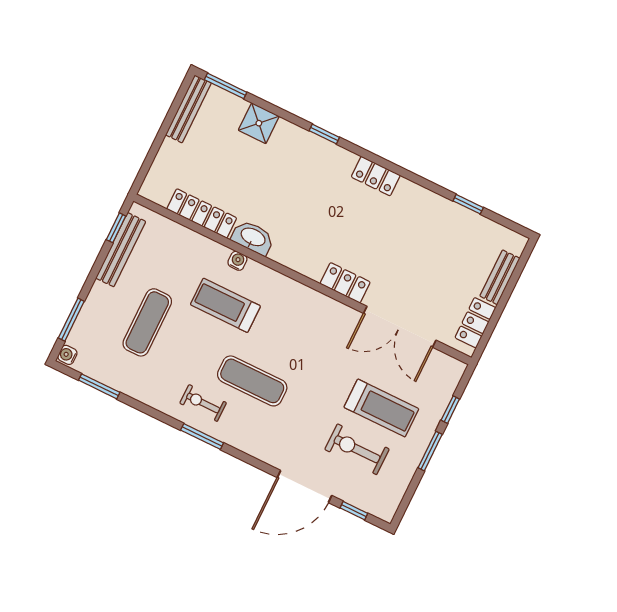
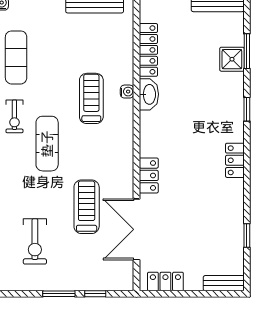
window: (226, 86) -> (247, 51), moved
bench: (500, 277) -> (224, 283), moved
exercise mat: (147, 322) -> (16, 57), moved, turned 90
exercise bike: (203, 403) -> (14, 116), turned 180
treadmill: (381, 408) -> (87, 207), moved, turned 180
exercise bike: (357, 449) -> (35, 241), turned 180

